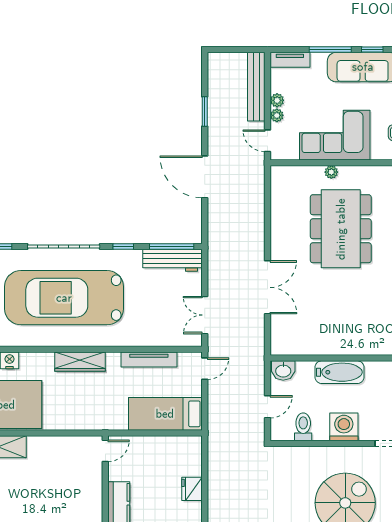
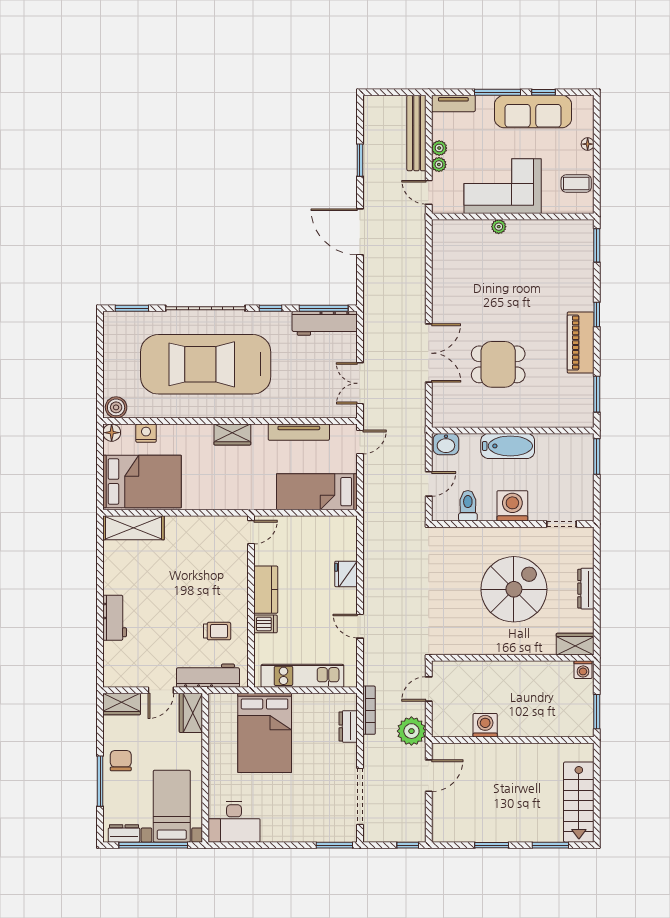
dining table: (341, 229) -> (498, 364), moved, width x0.53, depth x0.80
wardrobe: (80, 362) -> (232, 434), width x0.67

